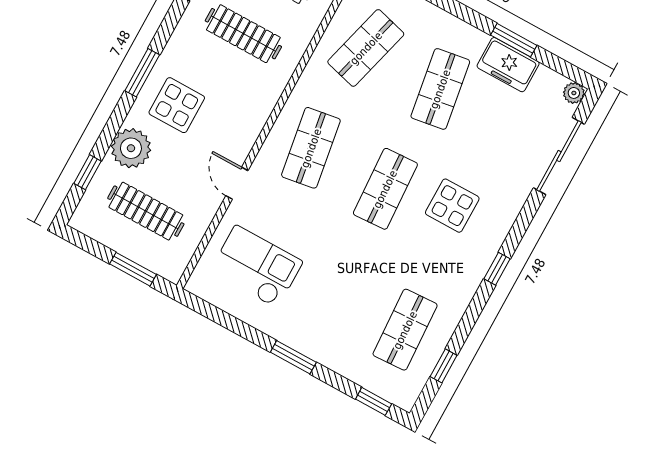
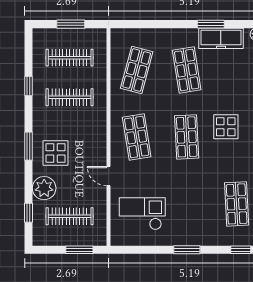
freezer: (508, 65) -> (221, 38), width x1.40

